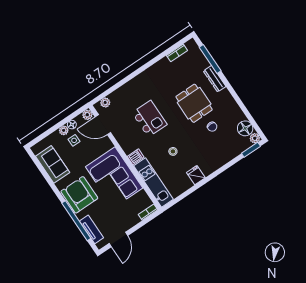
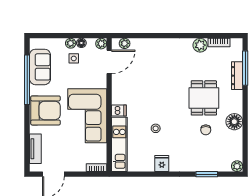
plant: (164, 65) -> (200, 45), added
dresser: (215, 79) -> (237, 76), moved
kitchen island: (150, 119) -> (155, 85), removed
door: (103, 125) -> (109, 62), swing flipped
floor lamp: (245, 128) -> (234, 122), moved
window: (251, 150) -> (207, 174), moved
armchair: (79, 195) -> (45, 110), turned 90
window: (76, 221) -> (27, 80), moved

